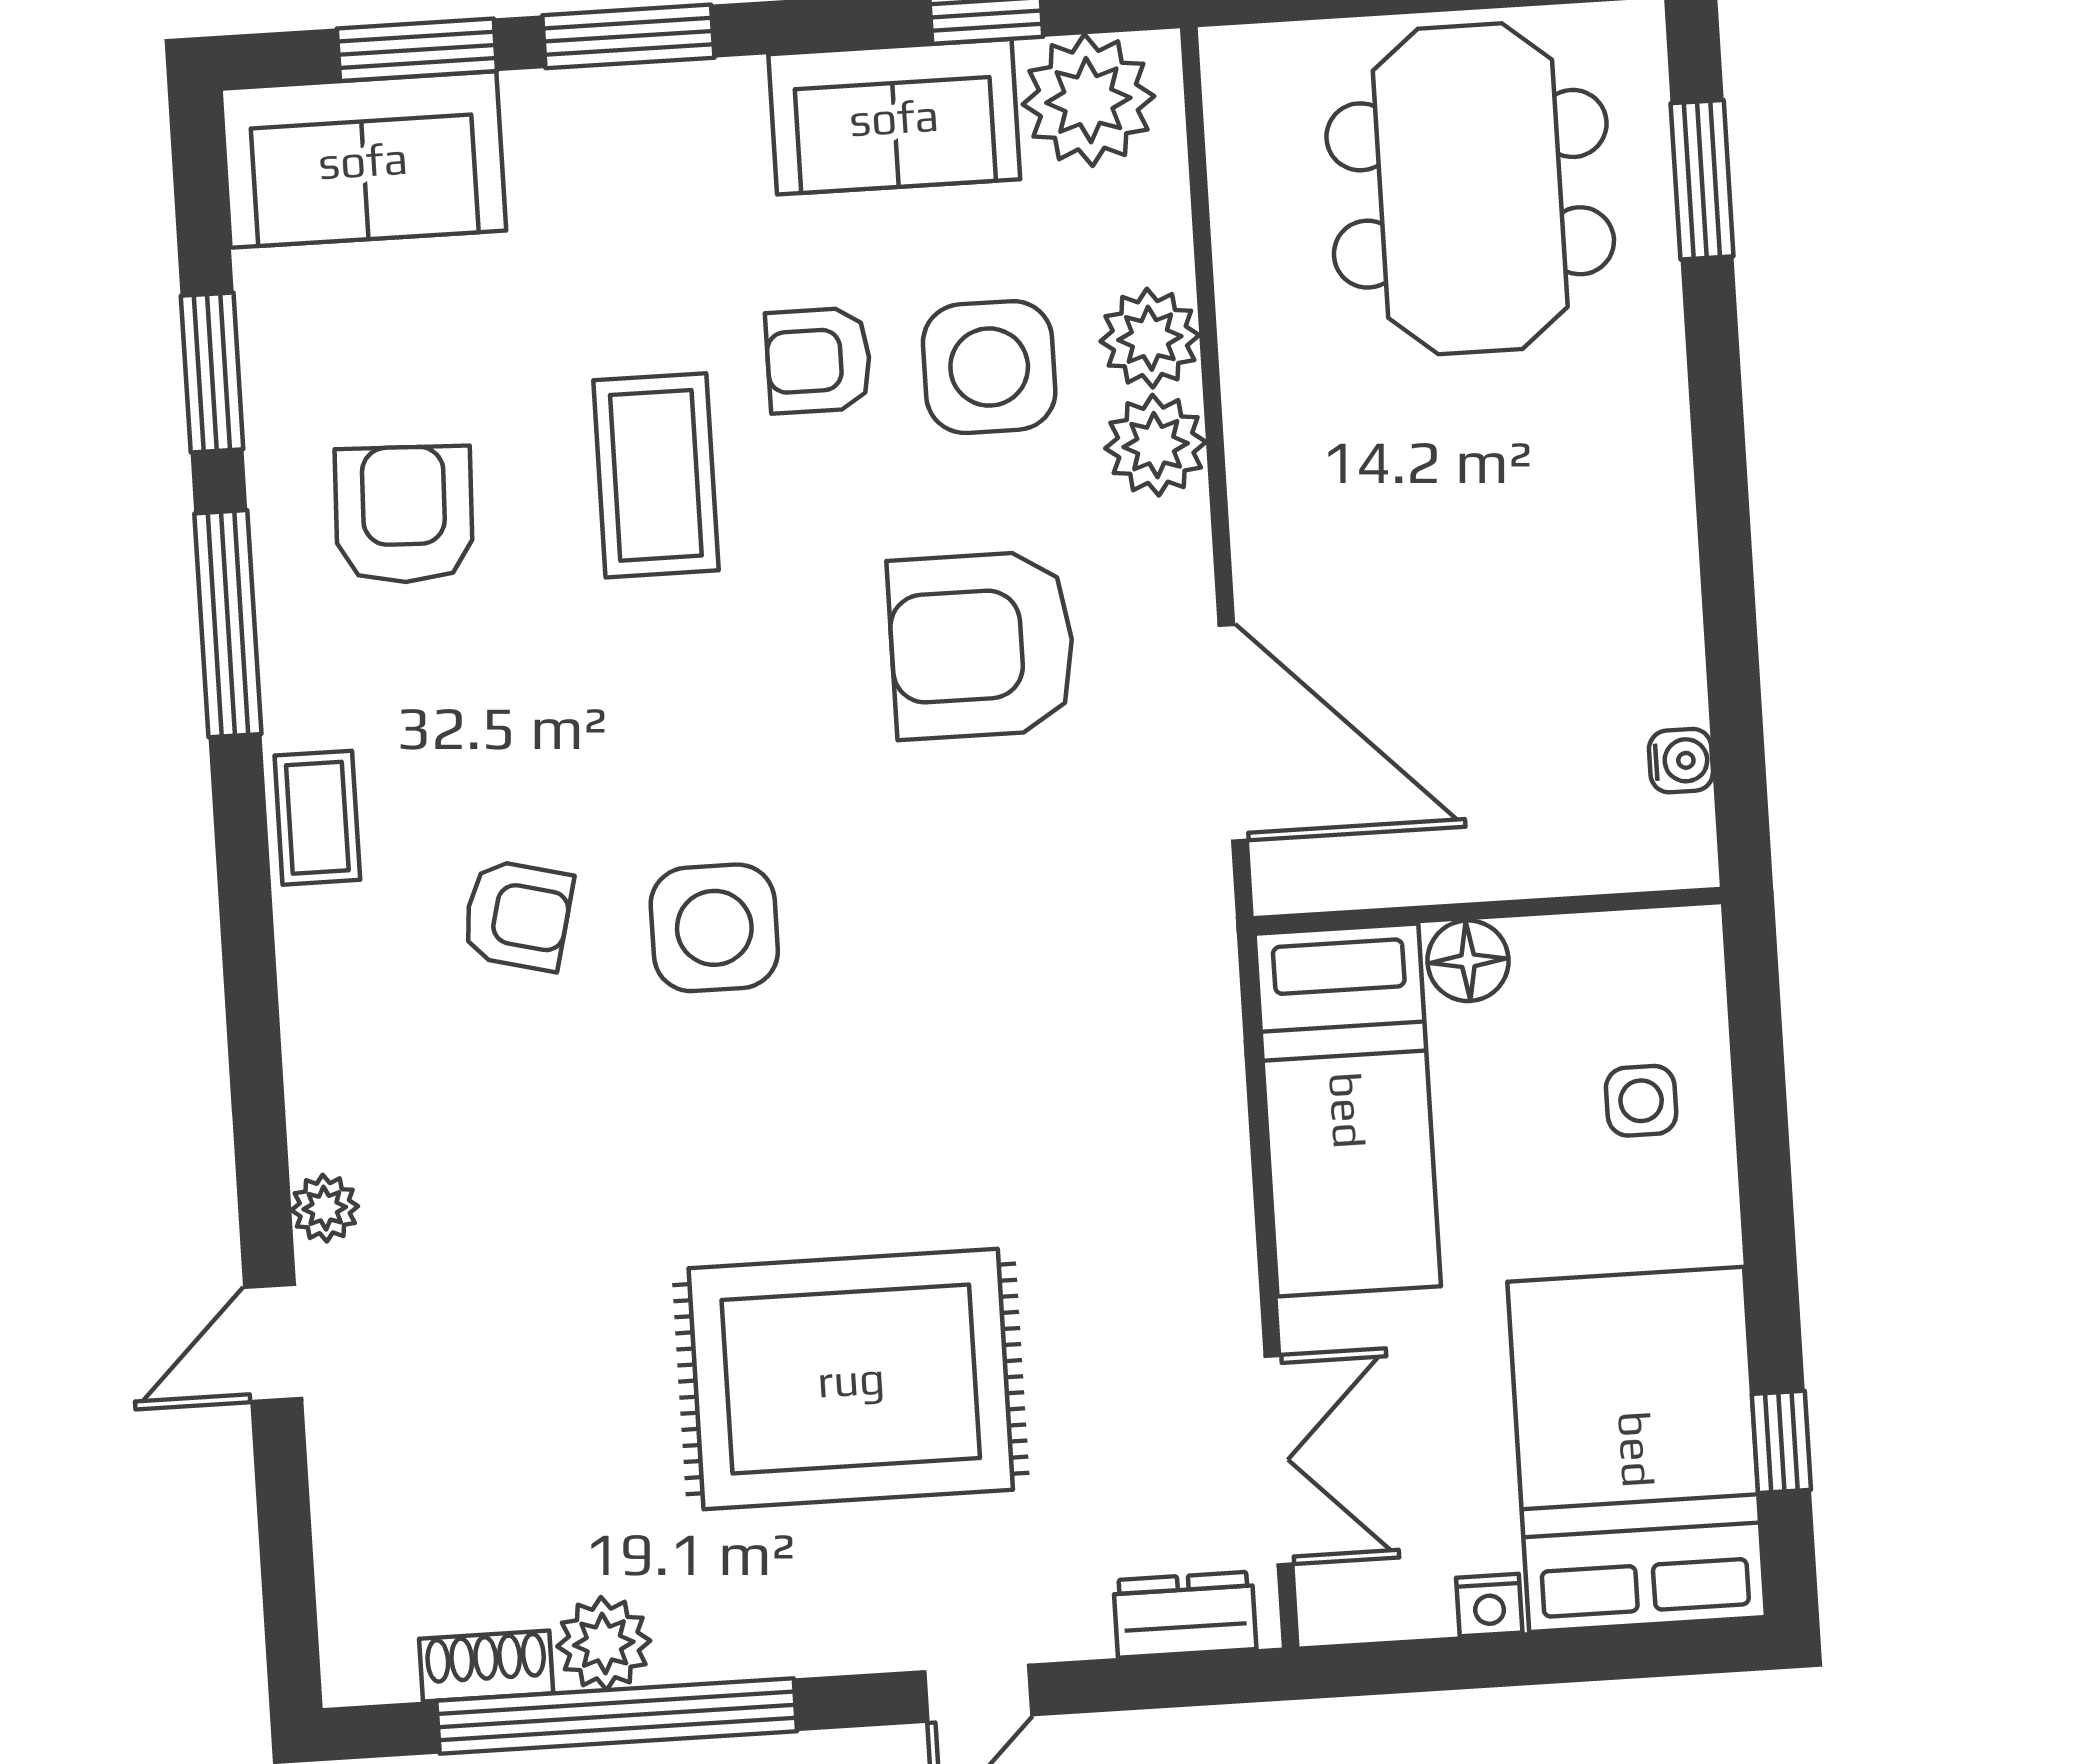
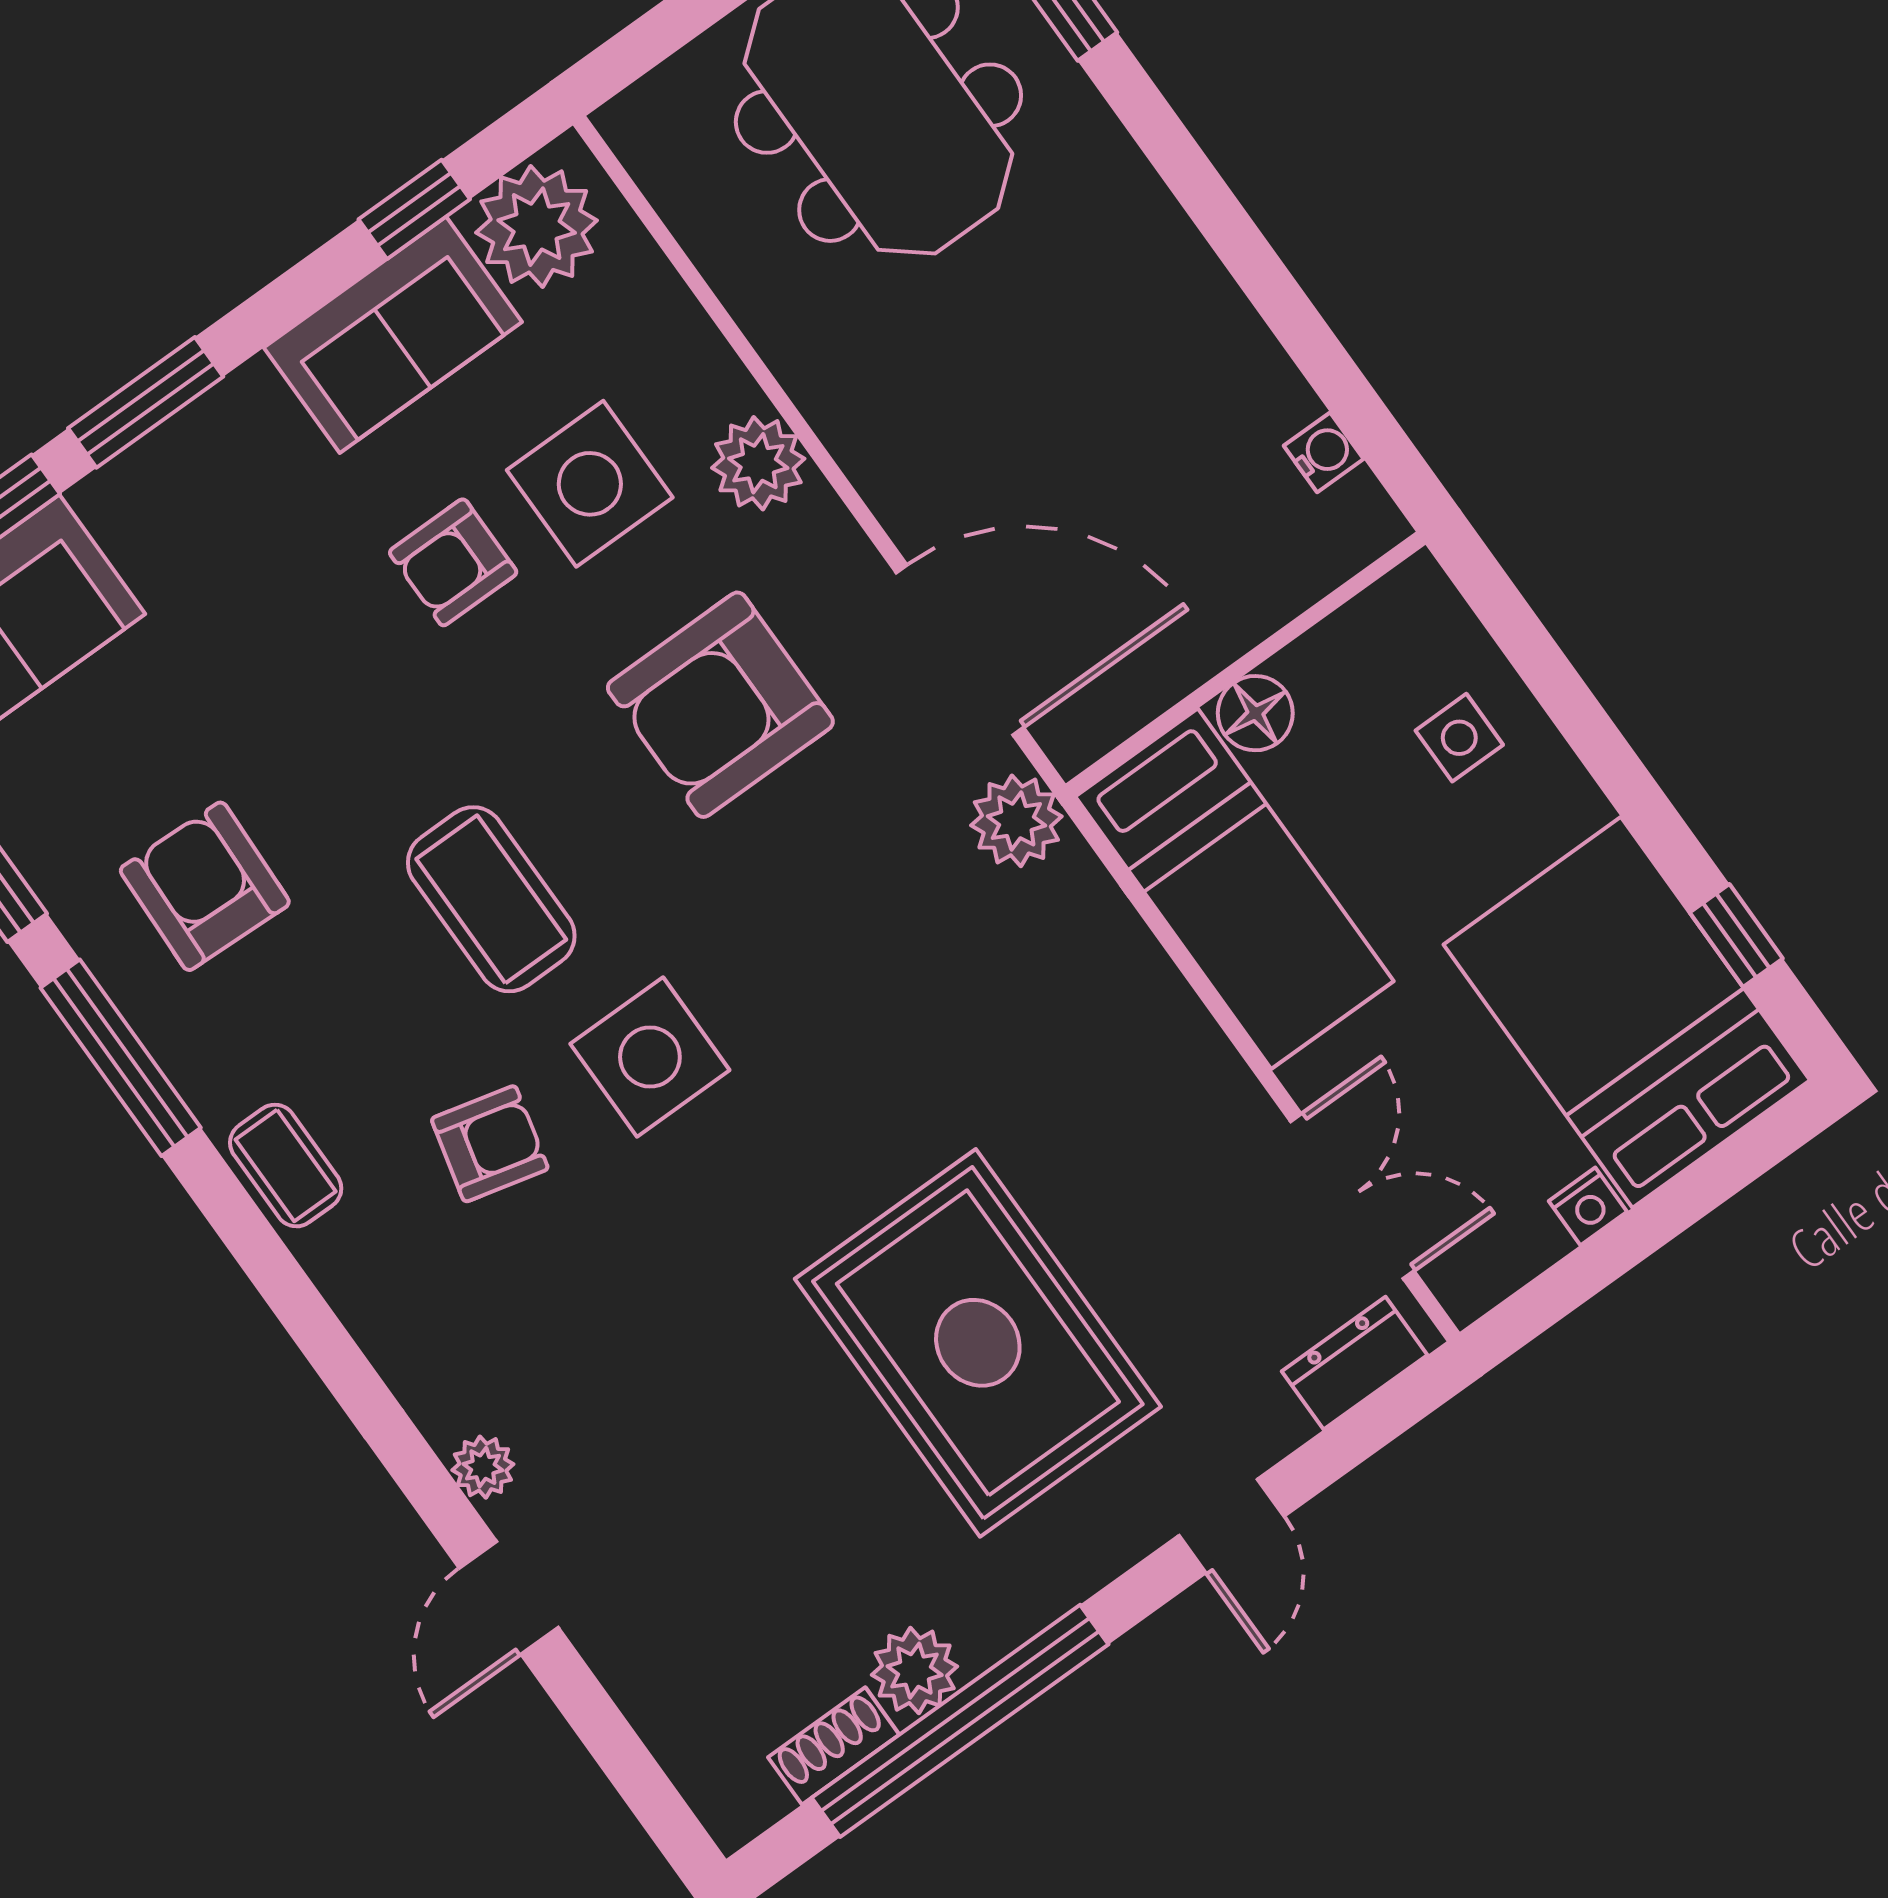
plant: (1150, 338) -> (1016, 821), moved
coffee table: (656, 475) -> (491, 899), moved
rug: (851, 1379) -> (978, 1343), turned 90

